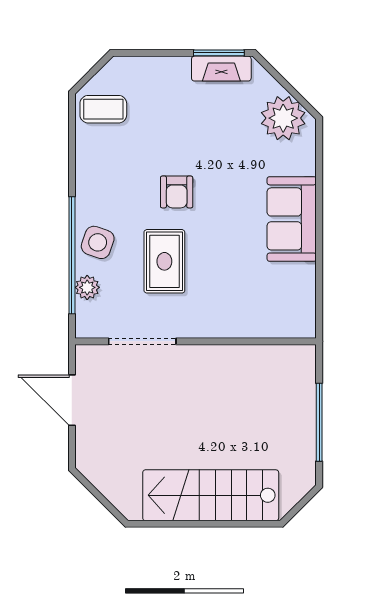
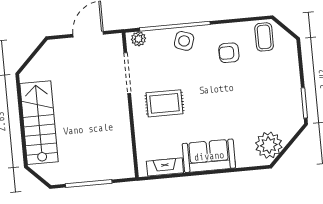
fireplace: (221, 69) -> (165, 167), moved, turned 90
armchair: (177, 192) -> (229, 53), moved
rug: (164, 261) -> (164, 103), moved
plant: (87, 287) -> (139, 39), moved

